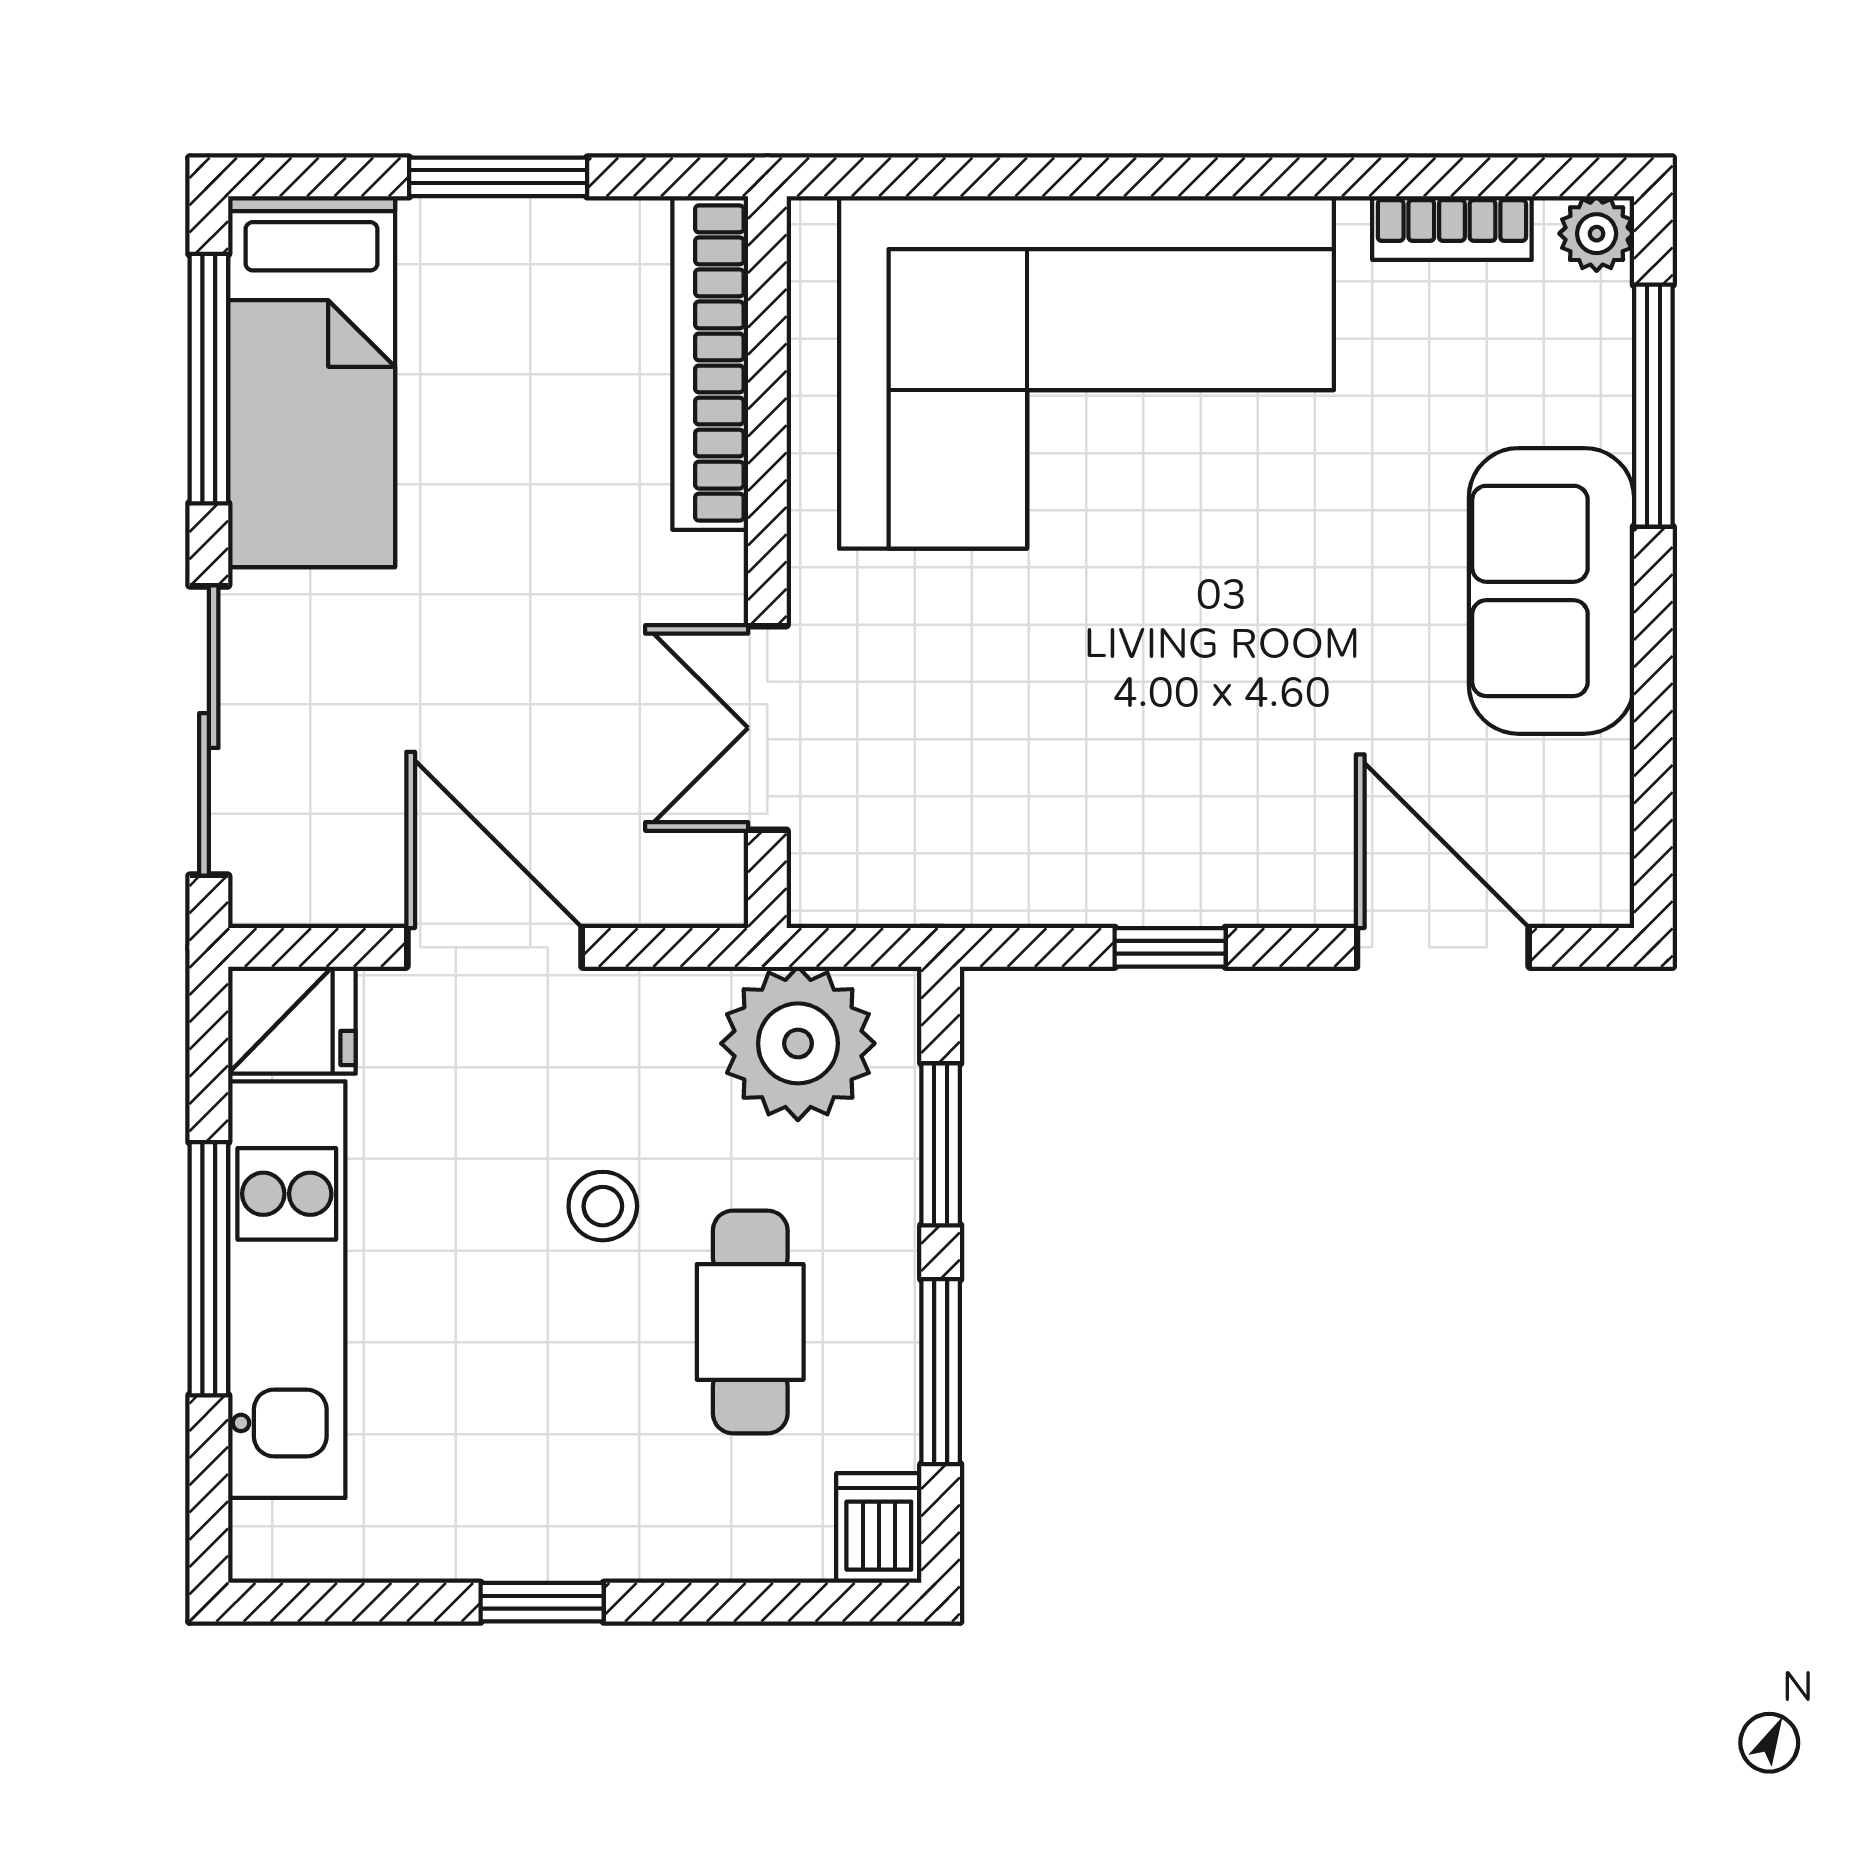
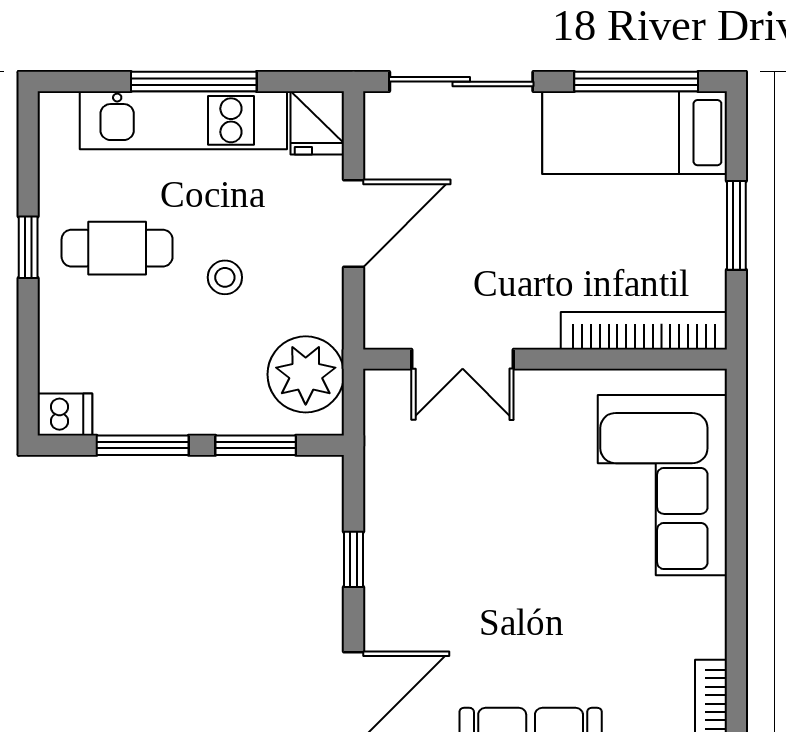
corner sofa: (1086, 372) -> (662, 485), width x0.73, depth x0.74
double door: (767, 728) -> (463, 359), swing flipped
cafe table: (750, 1322) -> (117, 248), moved

